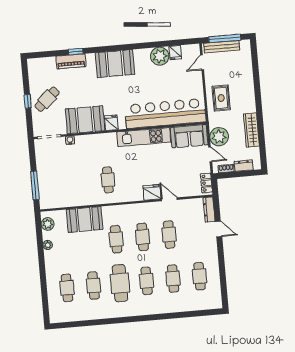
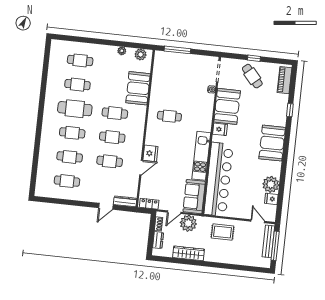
piano: (71, 61) -> (285, 80), moved

